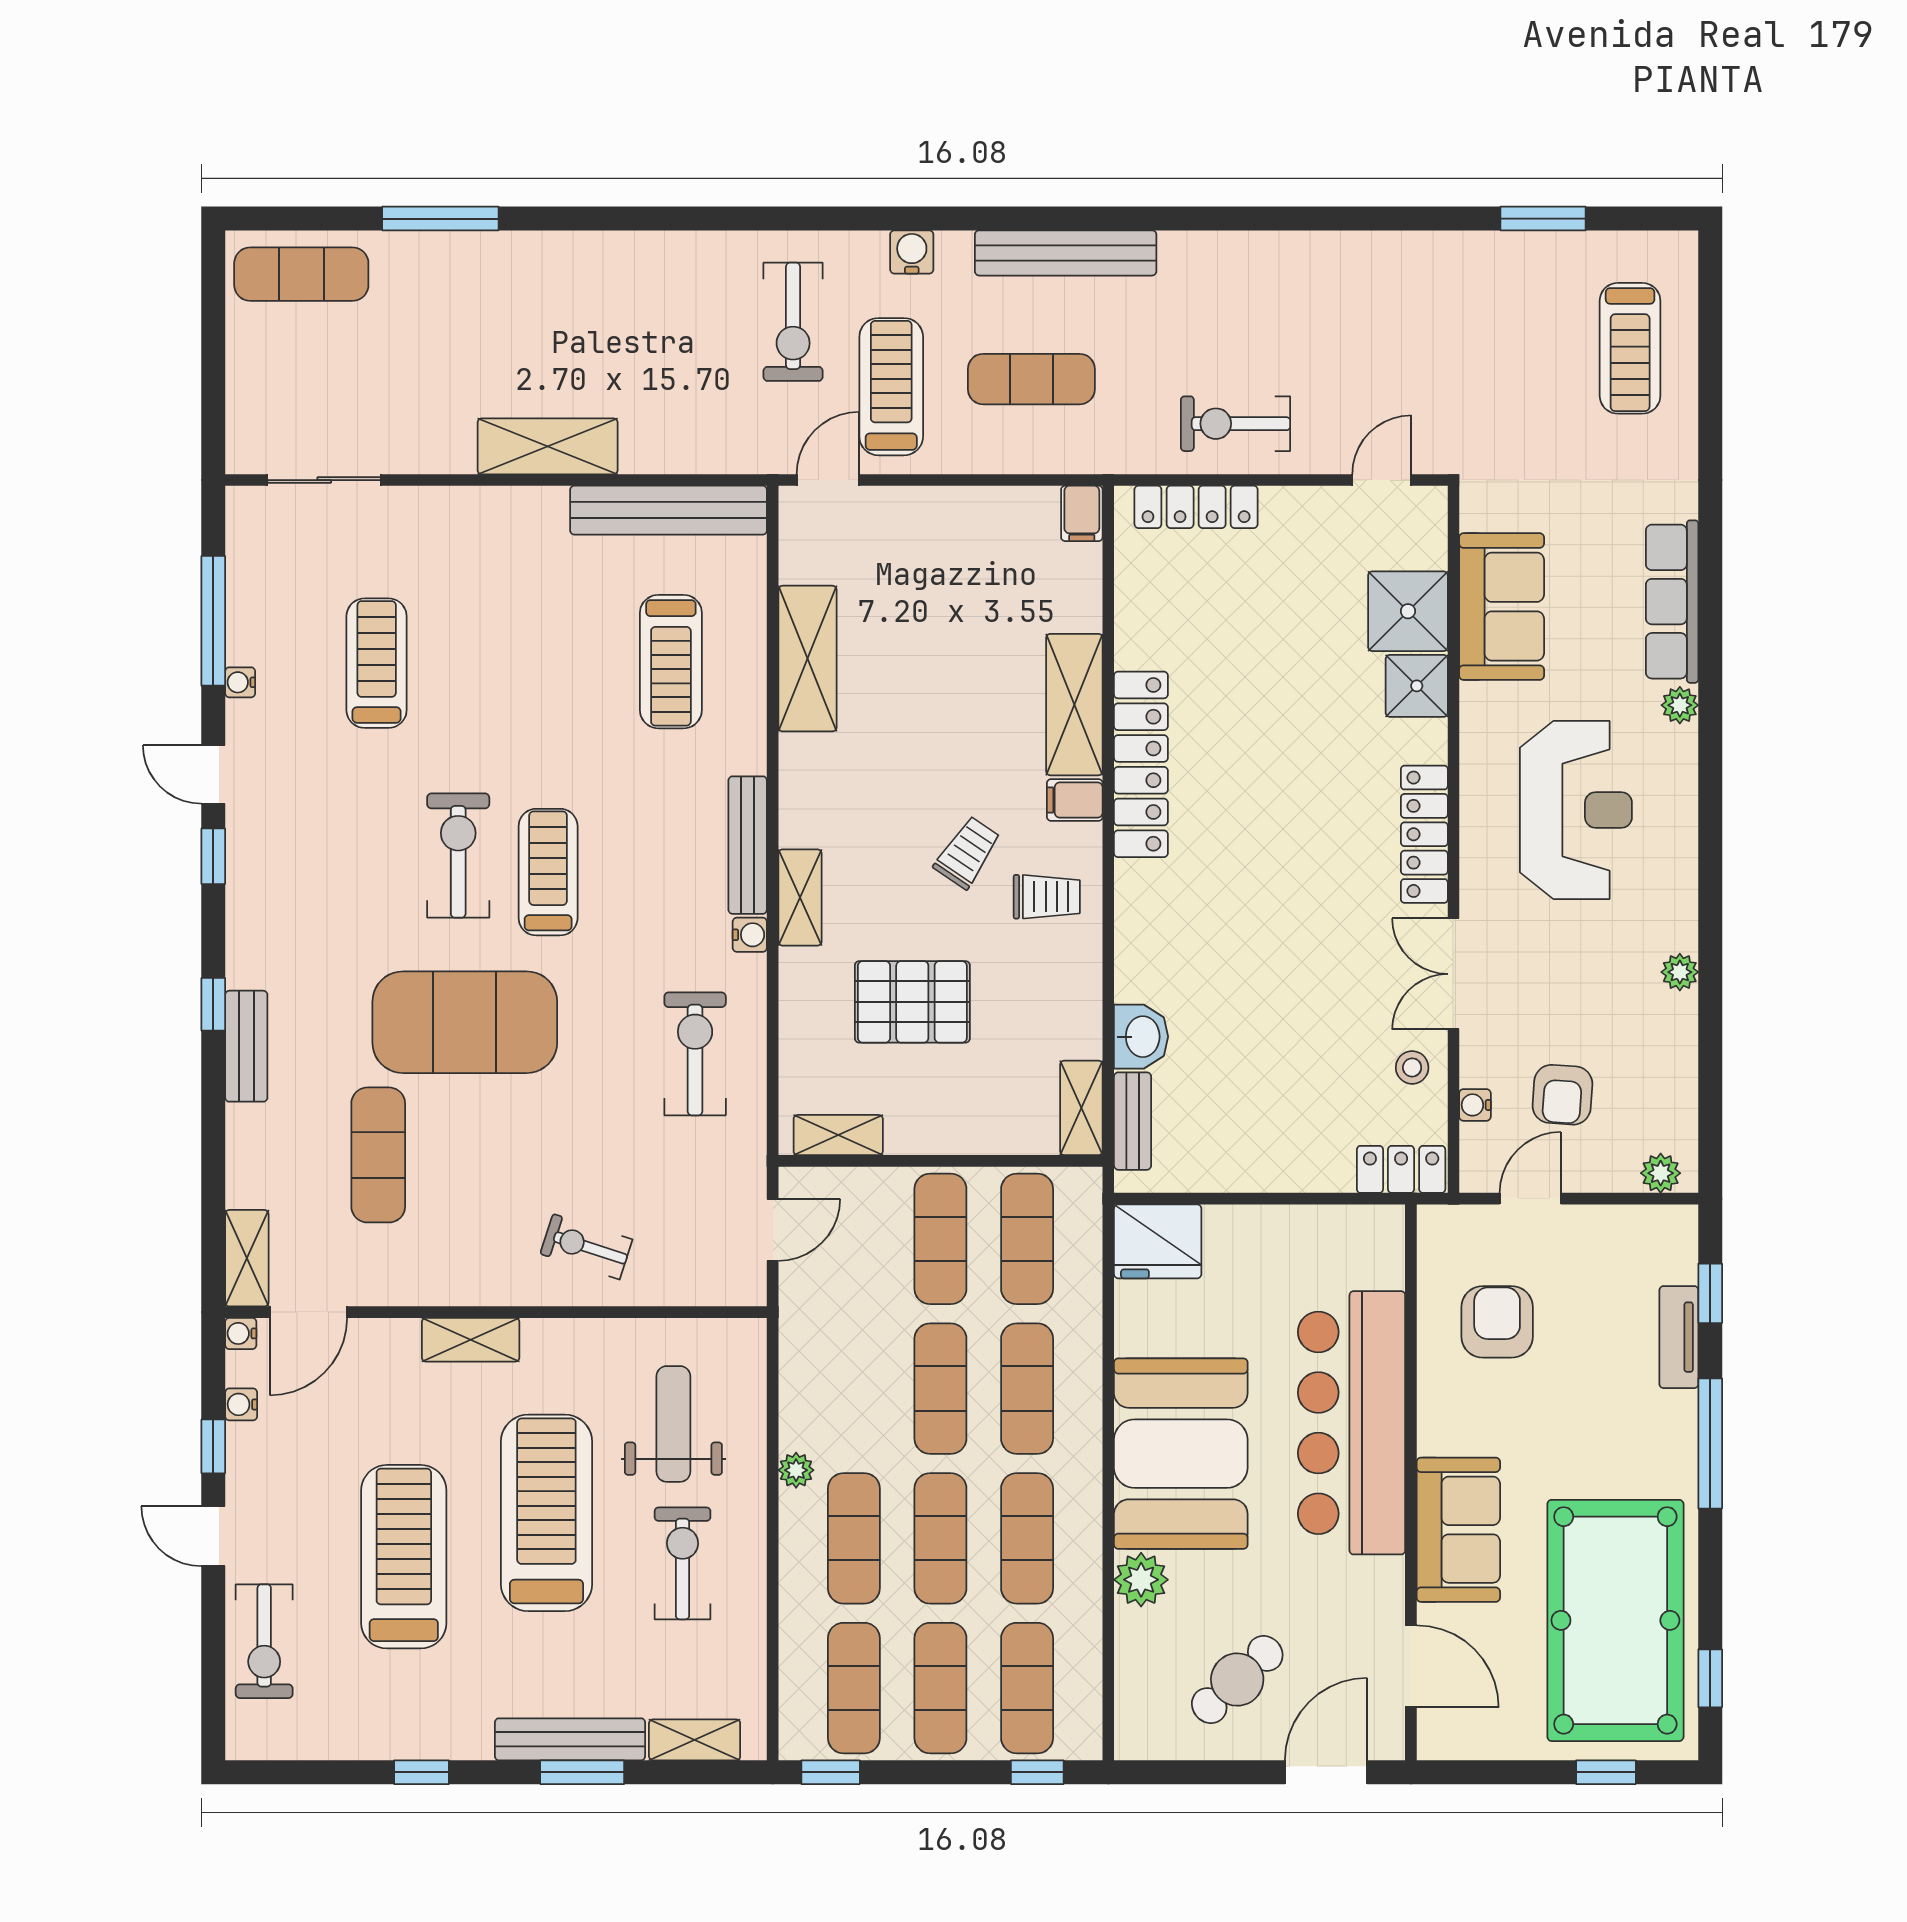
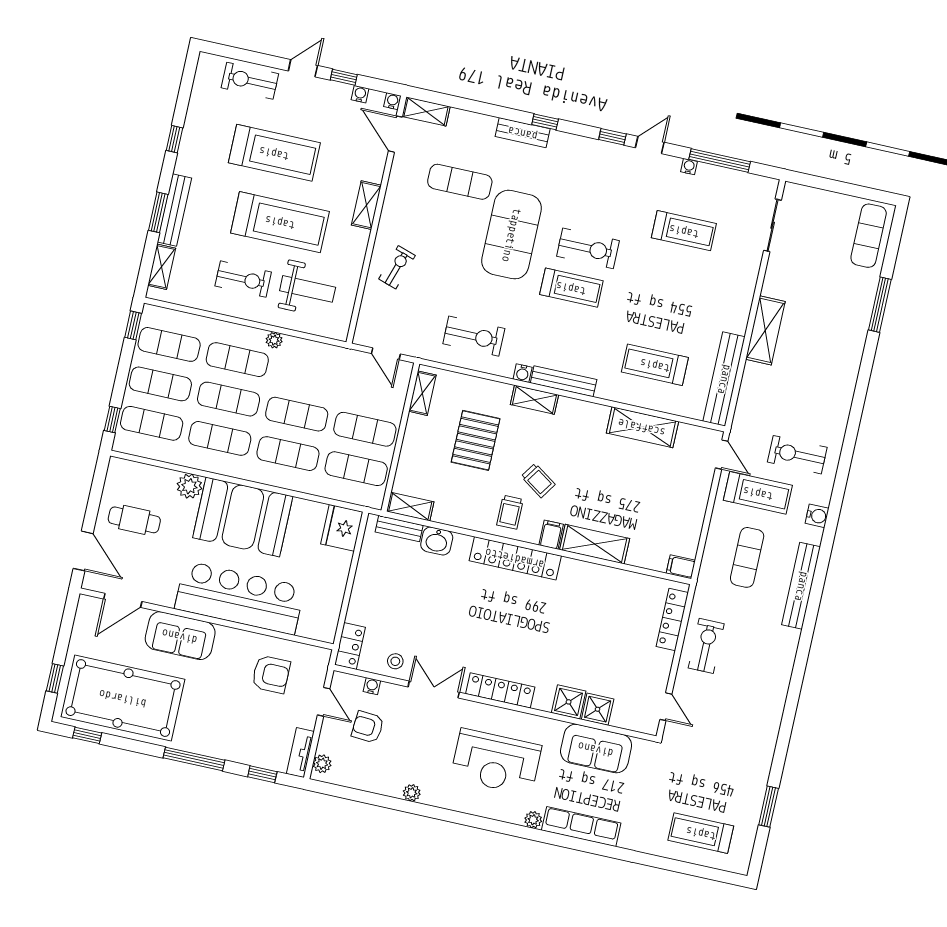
shower: (1408, 611) -> (598, 709), width x0.73, depth x0.73
locker: (1141, 764) -> (515, 558), moved
tv unit: (1679, 1337) -> (300, 753), moved, turned -90
cafe table: (1237, 1680) -> (134, 520), turned -47

